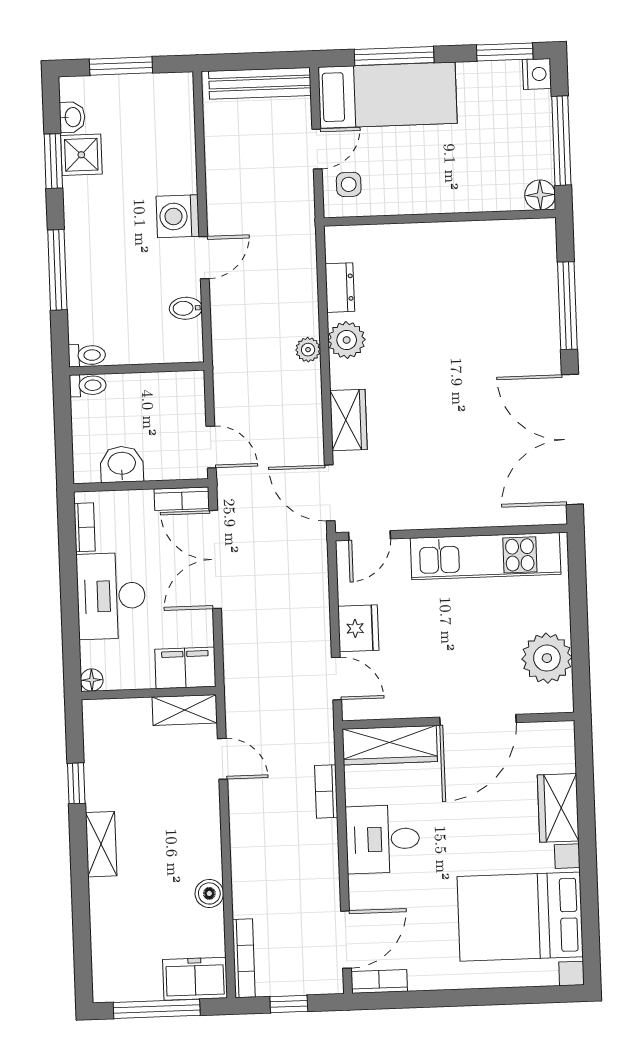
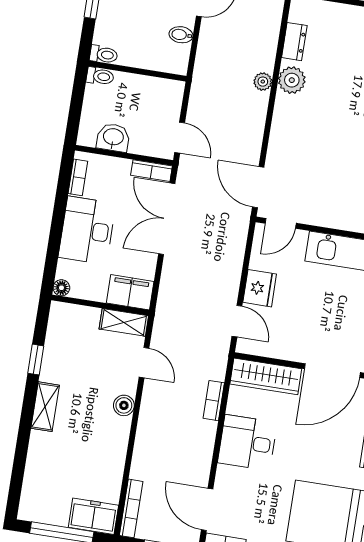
wardrobe: (349, 420) -> (282, 138), removed
boiler: (209, 893) -> (124, 405), moved
door: (346, 940) -> (207, 509), swing flipped

